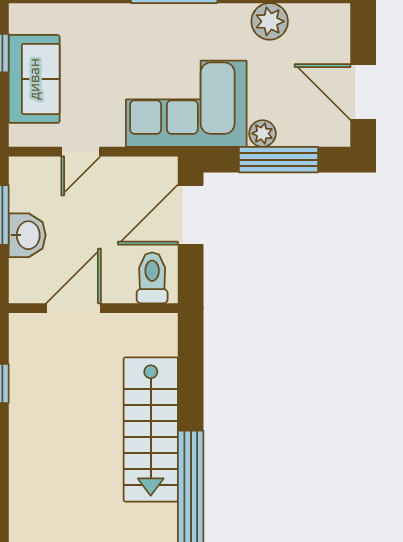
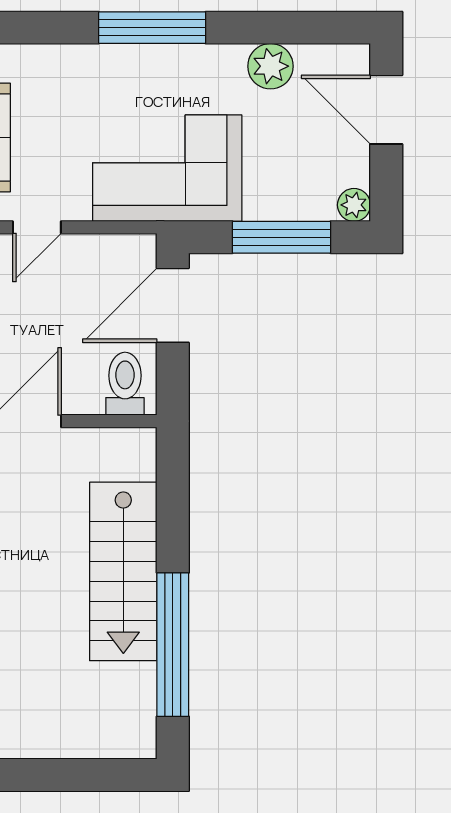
door: (363, 92) -> (386, 110), moved
plant: (262, 133) -> (354, 205), moved

